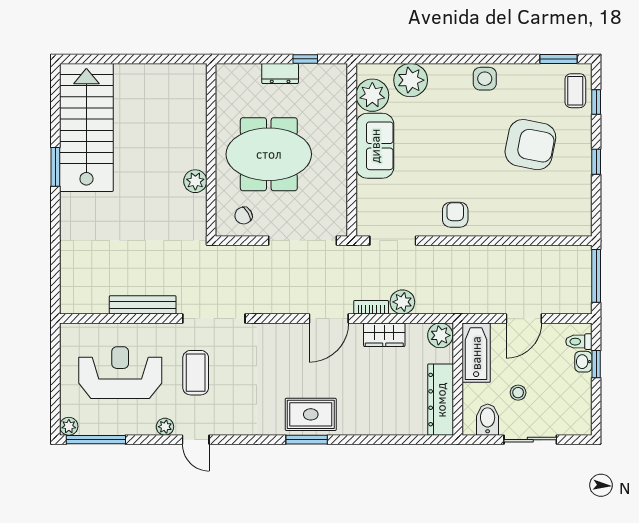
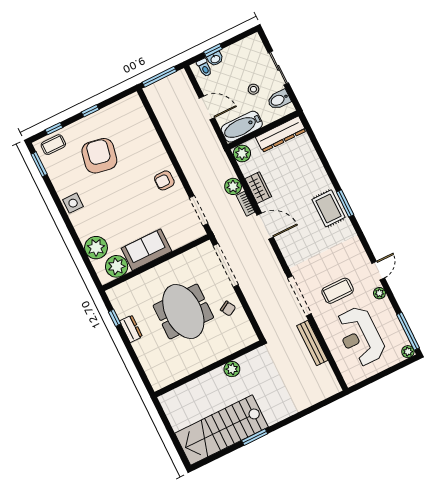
wall: (211, 150) -> (208, 369), moved
plant: (195, 181) -> (232, 369), moved

